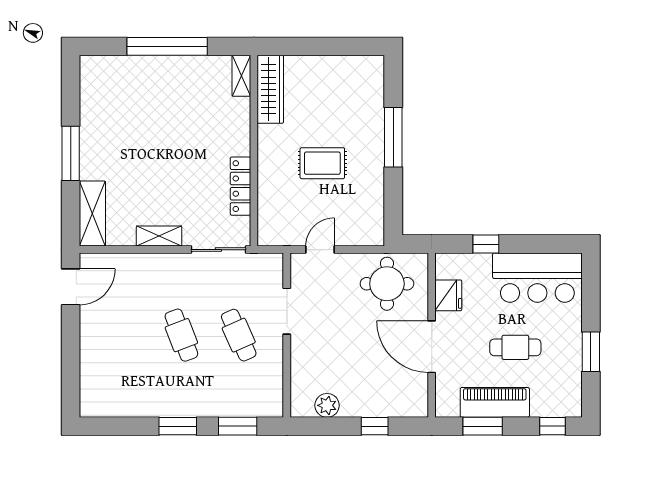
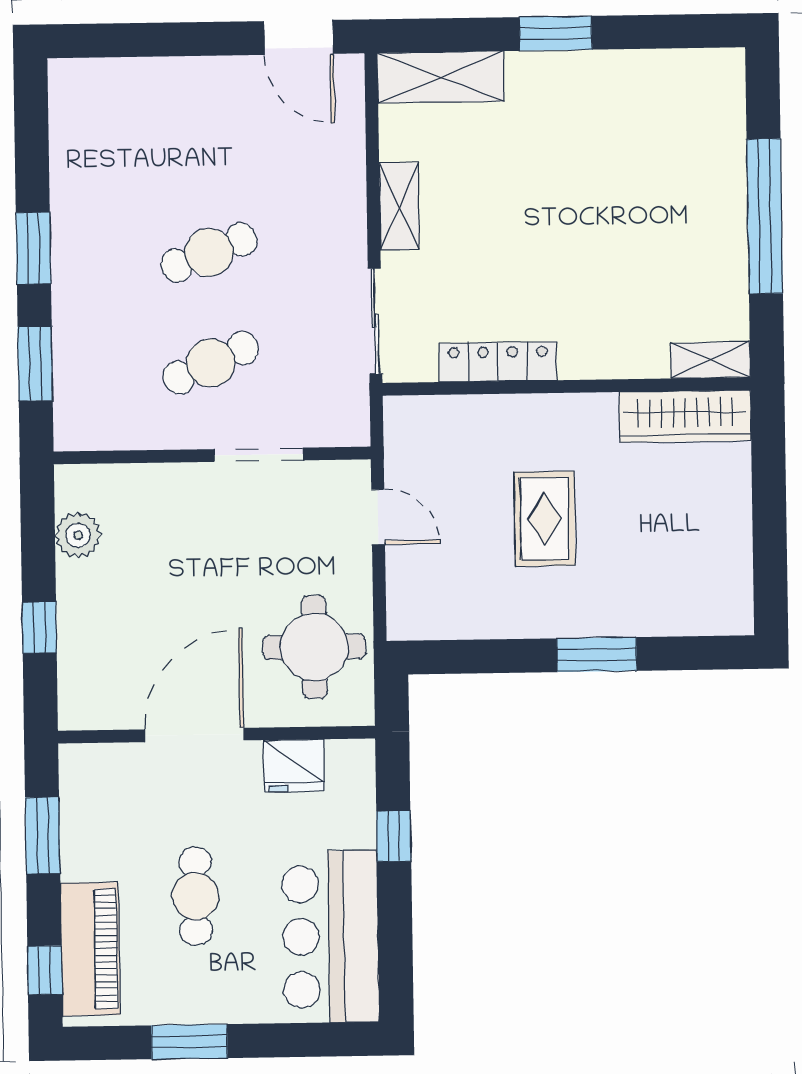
window: (393, 137) -> (597, 655), width x0.69
window: (71, 153) -> (556, 33), width x0.69
piano: (495, 402) -> (90, 949), moved

